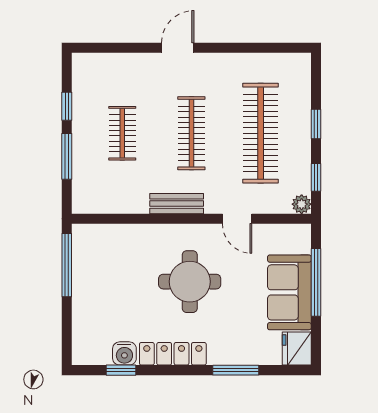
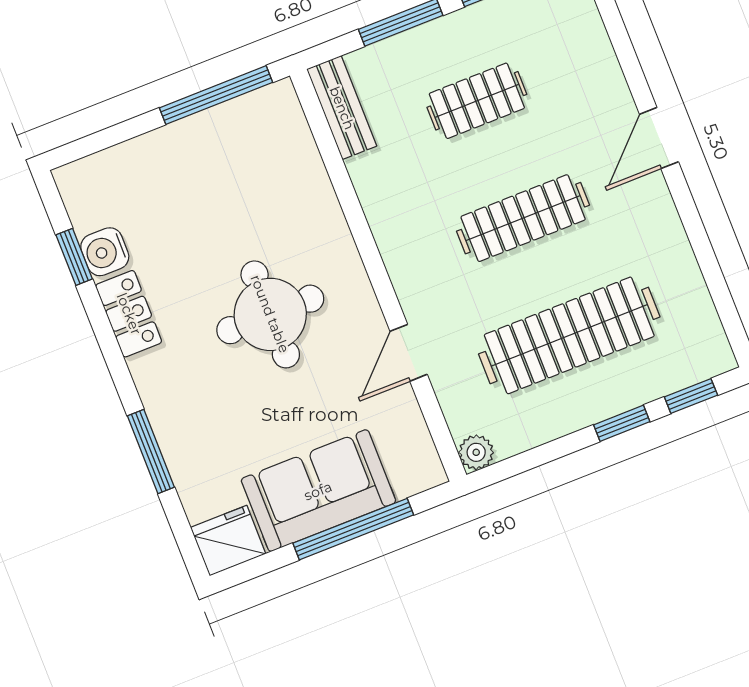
door: (178, 48) -> (659, 138), swing flipped
window: (316, 177) -> (691, 396), moved
bench: (177, 204) -> (342, 108), moved
locker: (173, 354) -> (129, 314), width x0.66

